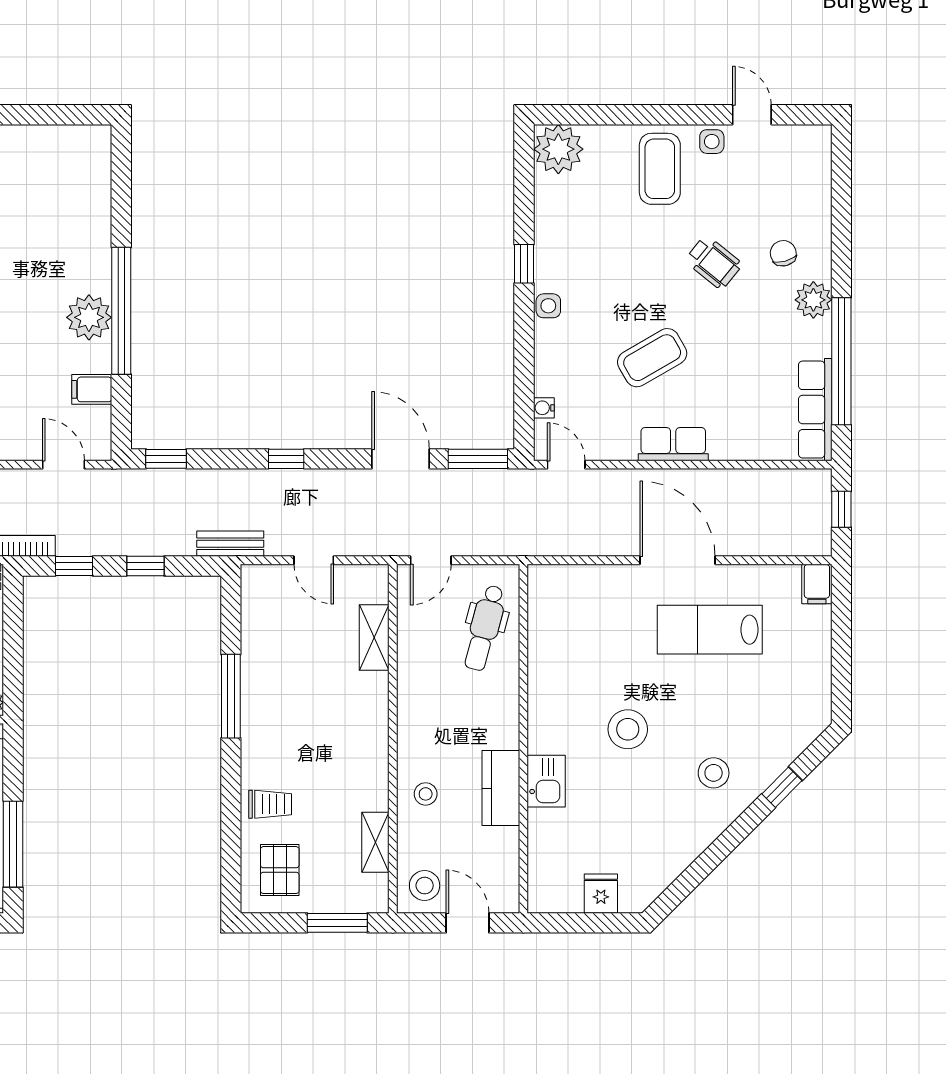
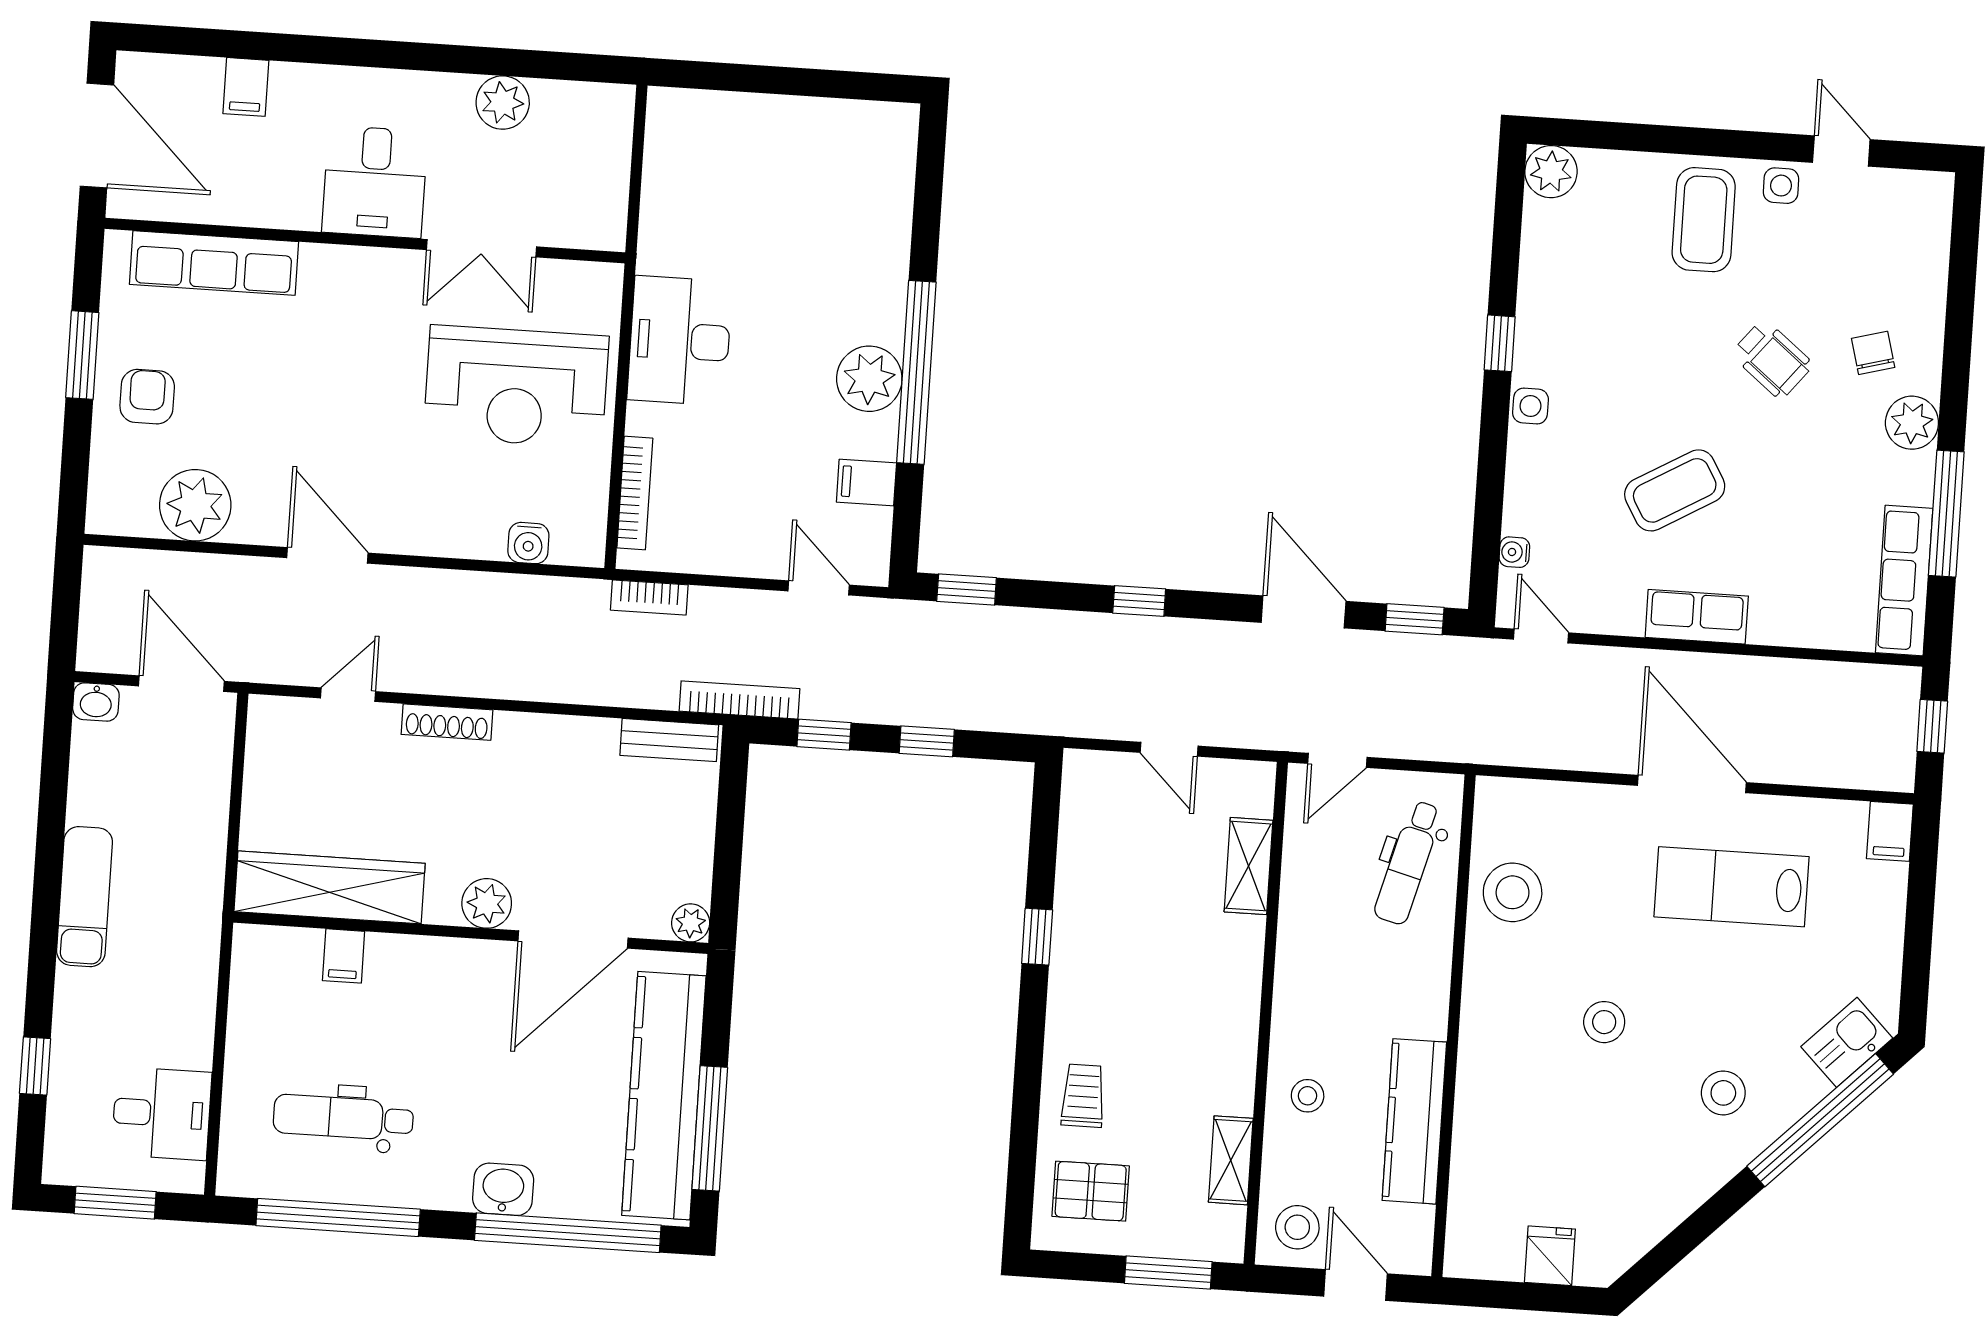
plant: (558, 149) -> (1551, 172), width x0.73, depth x0.73
window: (841, 361) -> (1946, 514), width x0.68
window: (478, 459) -> (1415, 619), width x0.67
bench: (230, 544) -> (1051, 717), removed
stool: (558, 644) -> (1513, 892), added
window: (231, 696) -> (1037, 937), width x0.46
stool: (628, 729) -> (1604, 1022), width x0.73, depth x0.73
kitchen sink: (546, 781) -> (1847, 1042), moved, turned -135
window: (782, 787) -> (1820, 1120), width x3.17
kitchen counter: (501, 788) -> (1414, 1121), width x1.50
trolley: (270, 804) -> (1083, 1096), turned -90
pallet: (280, 870) -> (1091, 1191), turned 90

